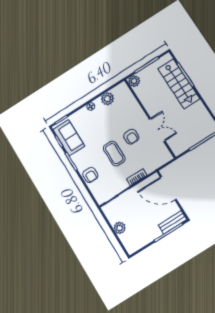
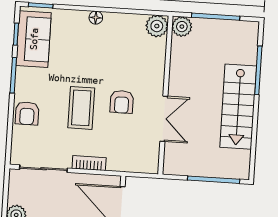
stairs: (179, 84) -> (238, 107), moved
plant: (107, 99) -> (157, 26), moved

